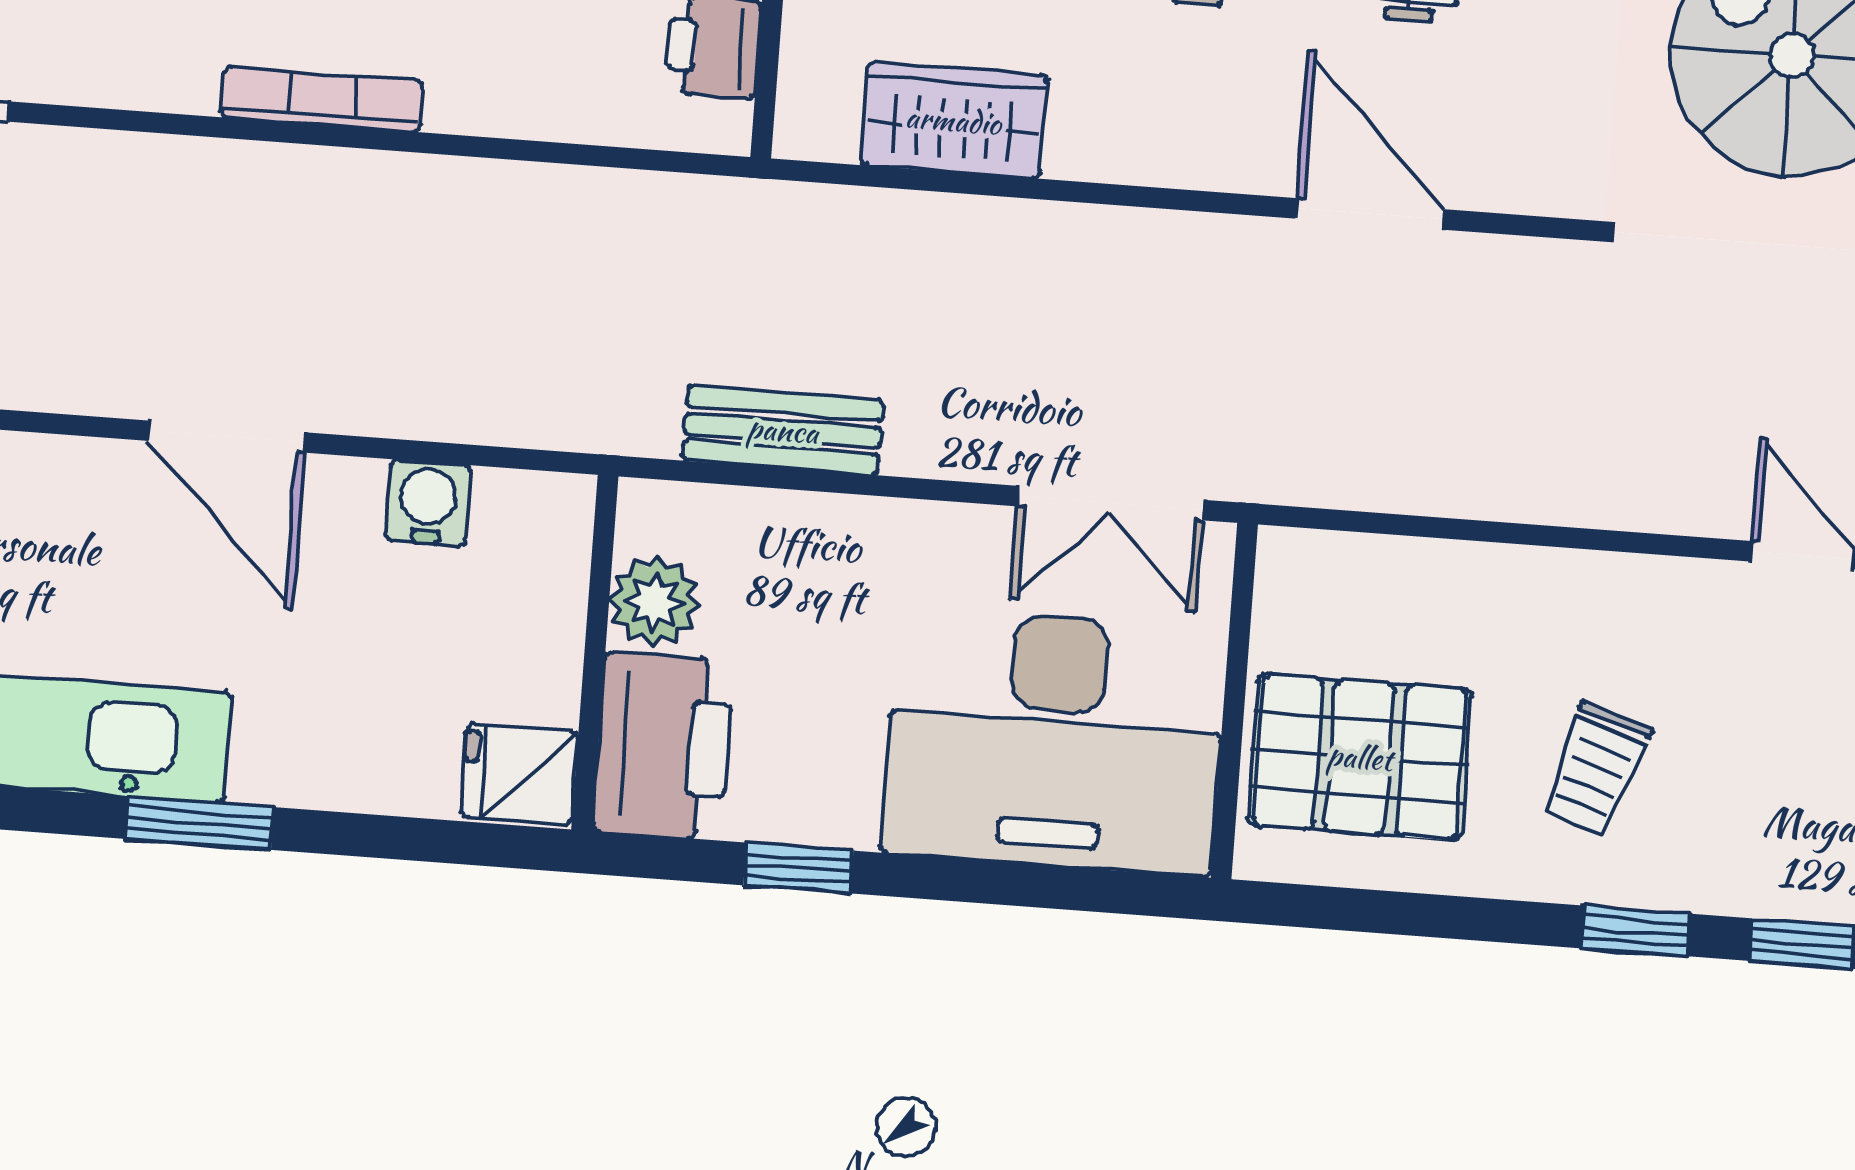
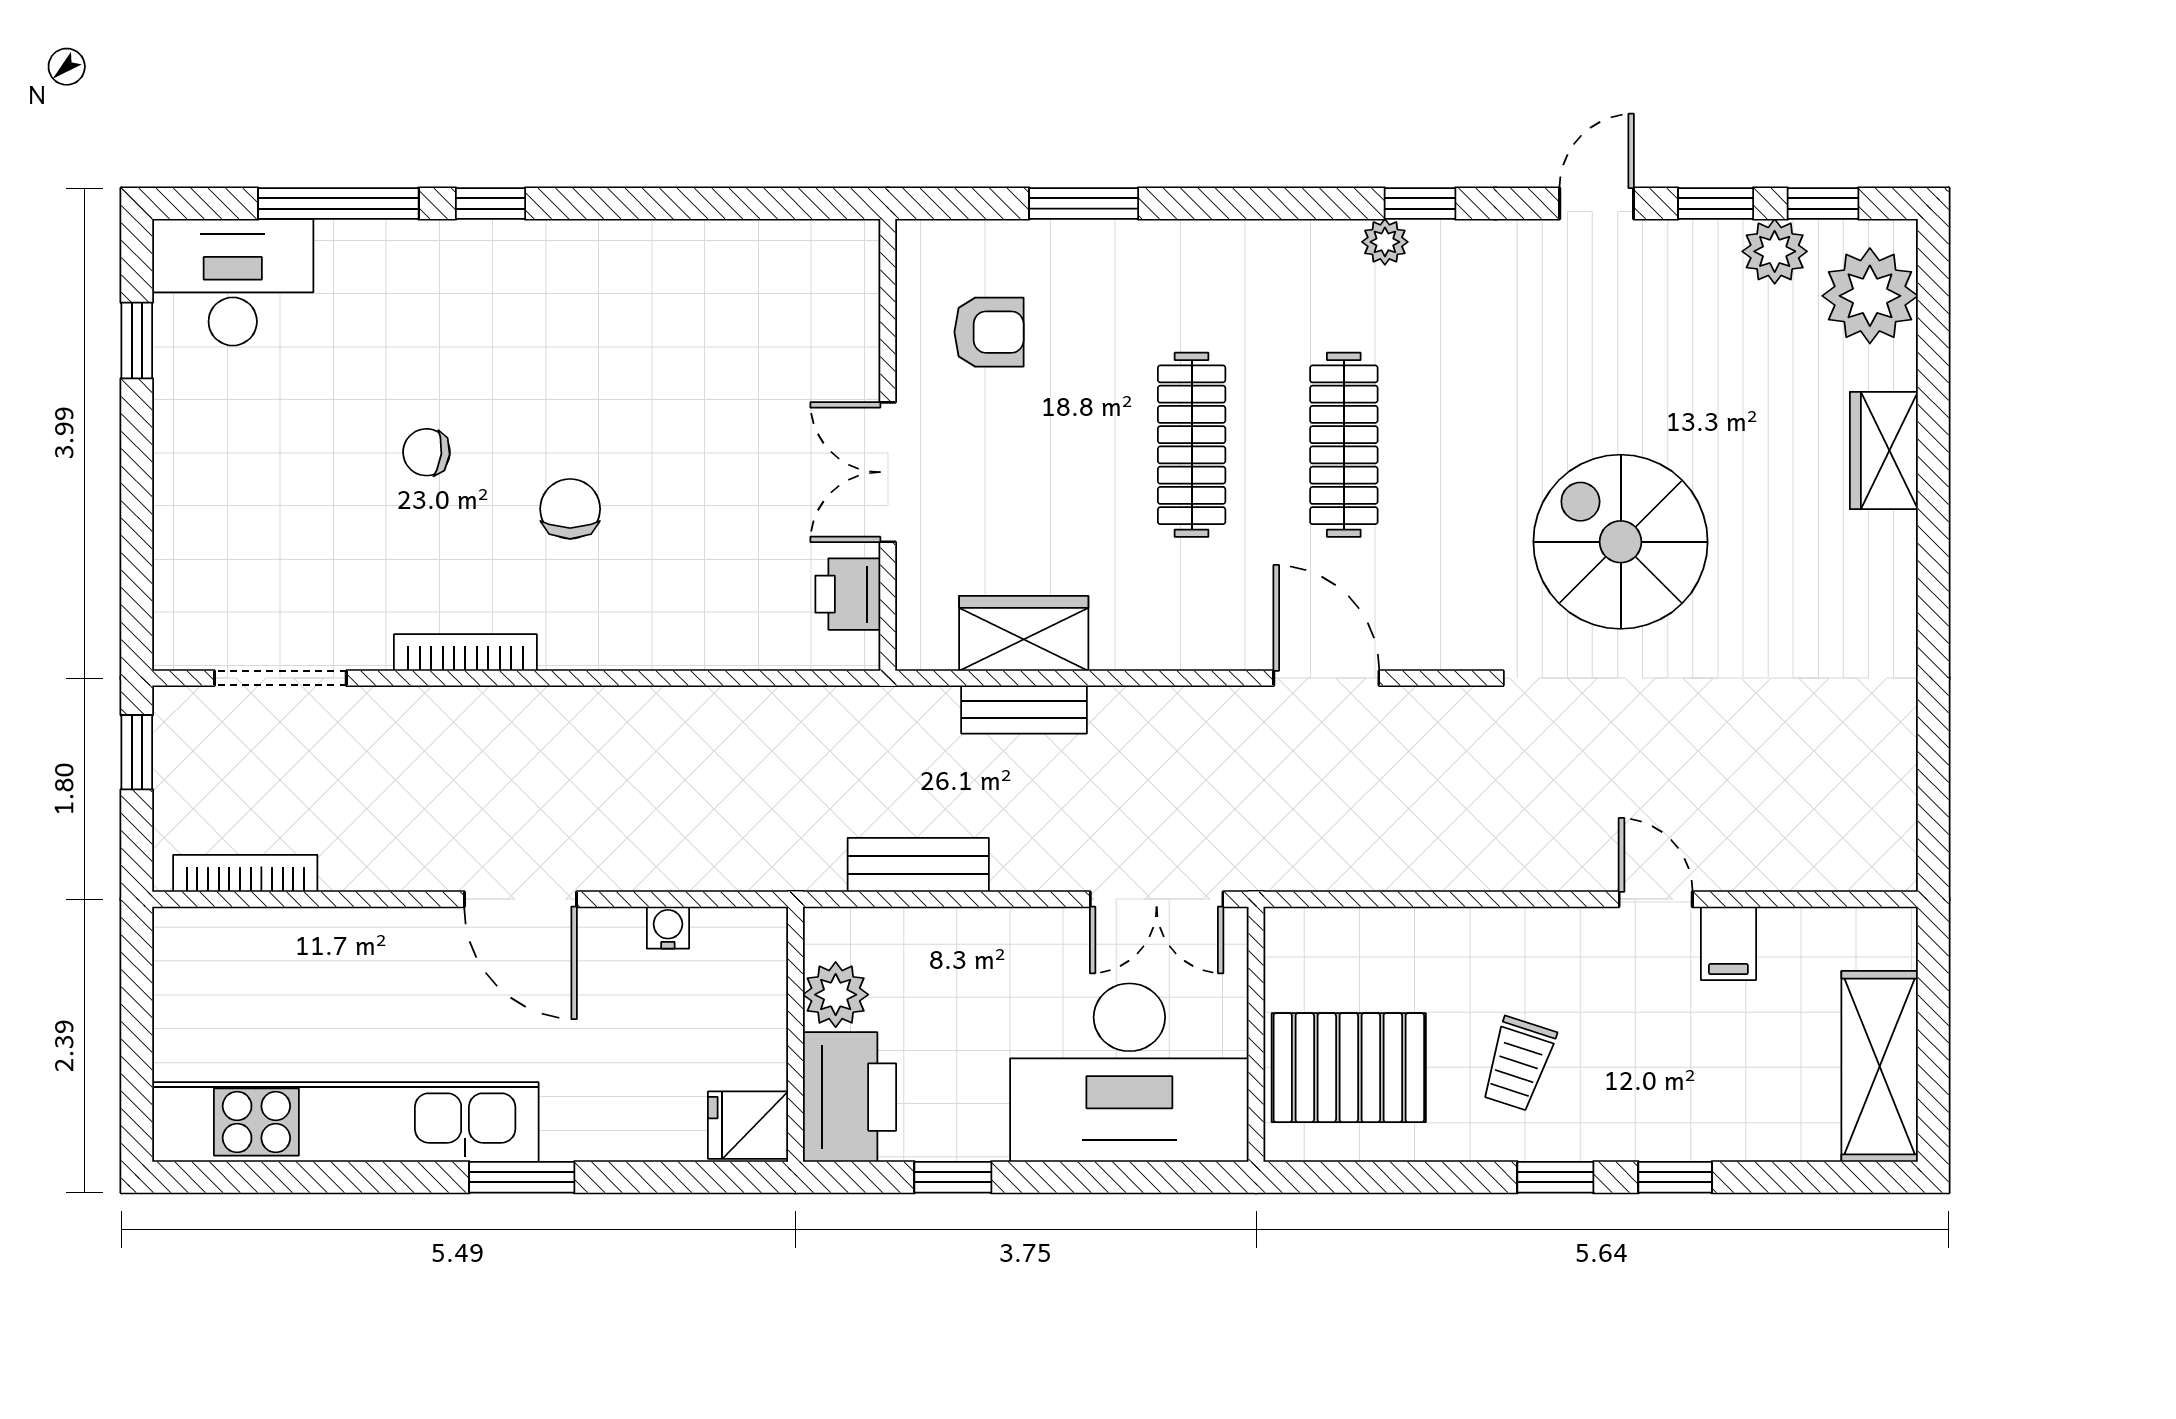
bookcase: (322, 99) -> (465, 652), moved
bench: (946, 226) -> (1024, 709), added
water cooler: (428, 503) -> (668, 928), width x0.72, depth x0.72

